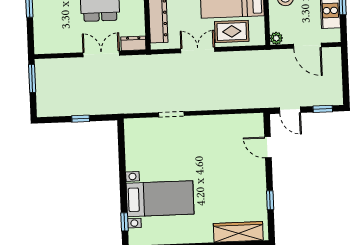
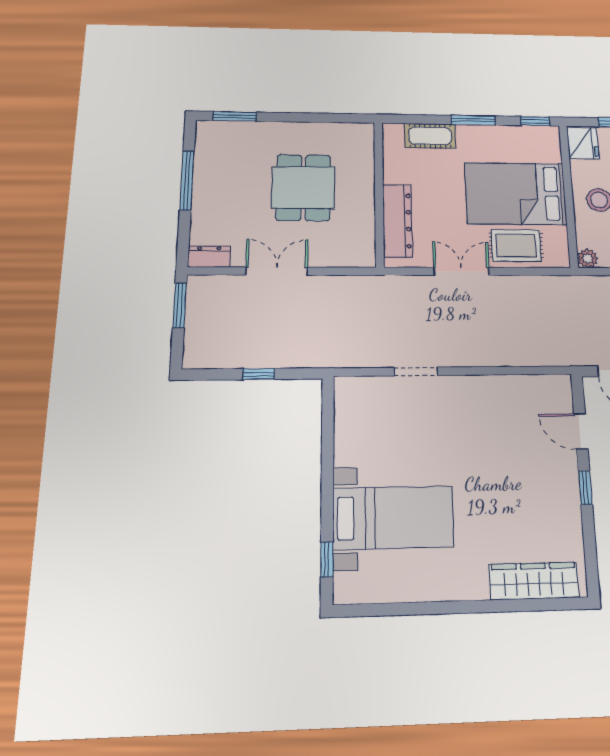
dresser: (133, 43) -> (209, 257), moved
double door: (101, 54) -> (277, 271), moved
window: (270, 200) -> (585, 488), moved

